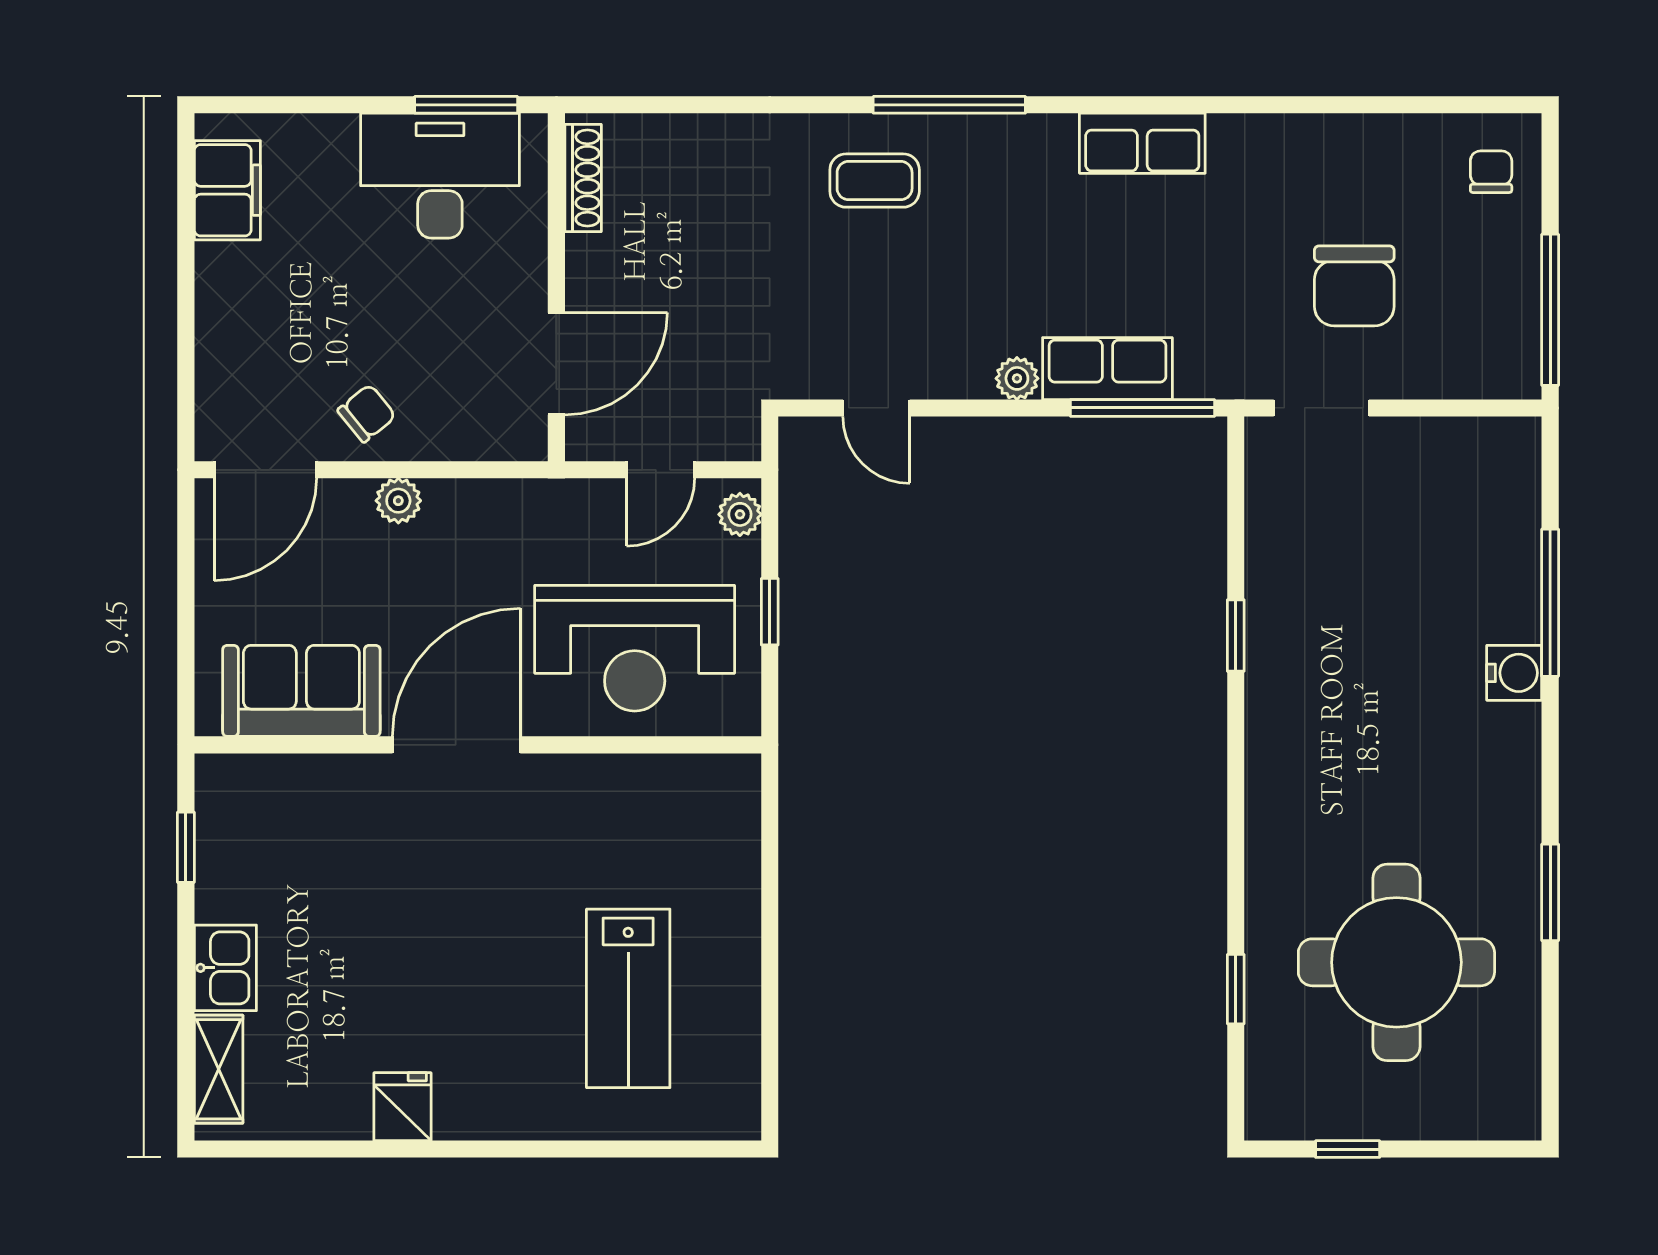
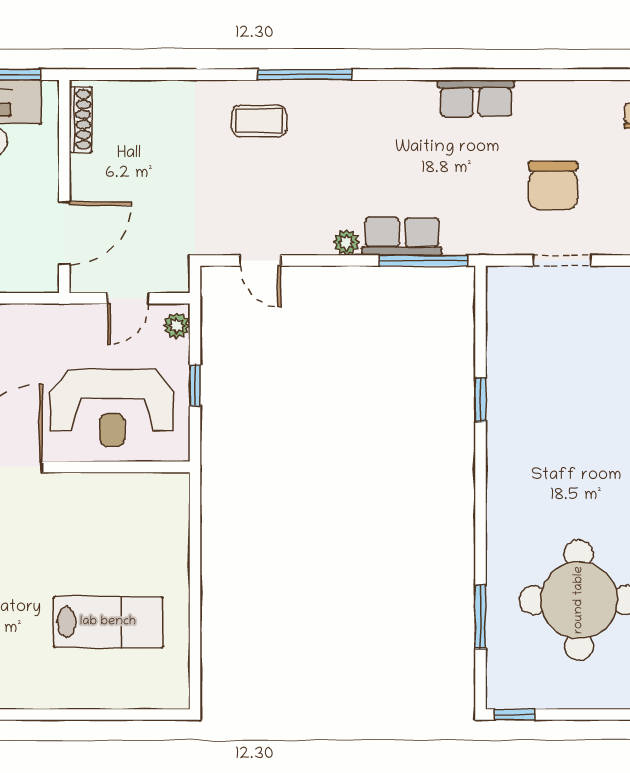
row of seats: (1142, 143) -> (476, 98), moved
doorway: (1321, 408) -> (562, 260), moved
window: (1236, 989) -> (481, 617), width x1.50
lab bench: (628, 998) -> (108, 622), turned -90
window: (1348, 1149) -> (515, 715), moved

